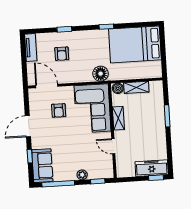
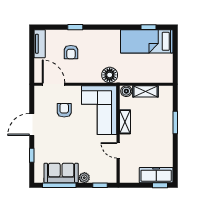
window: (106, 27) -> (148, 27), moved
bed: (135, 44) -> (147, 41), width x0.67
armchair: (59, 110) -> (64, 110), turned 180
sofa: (42, 166) -> (61, 173), moved, turned -90

